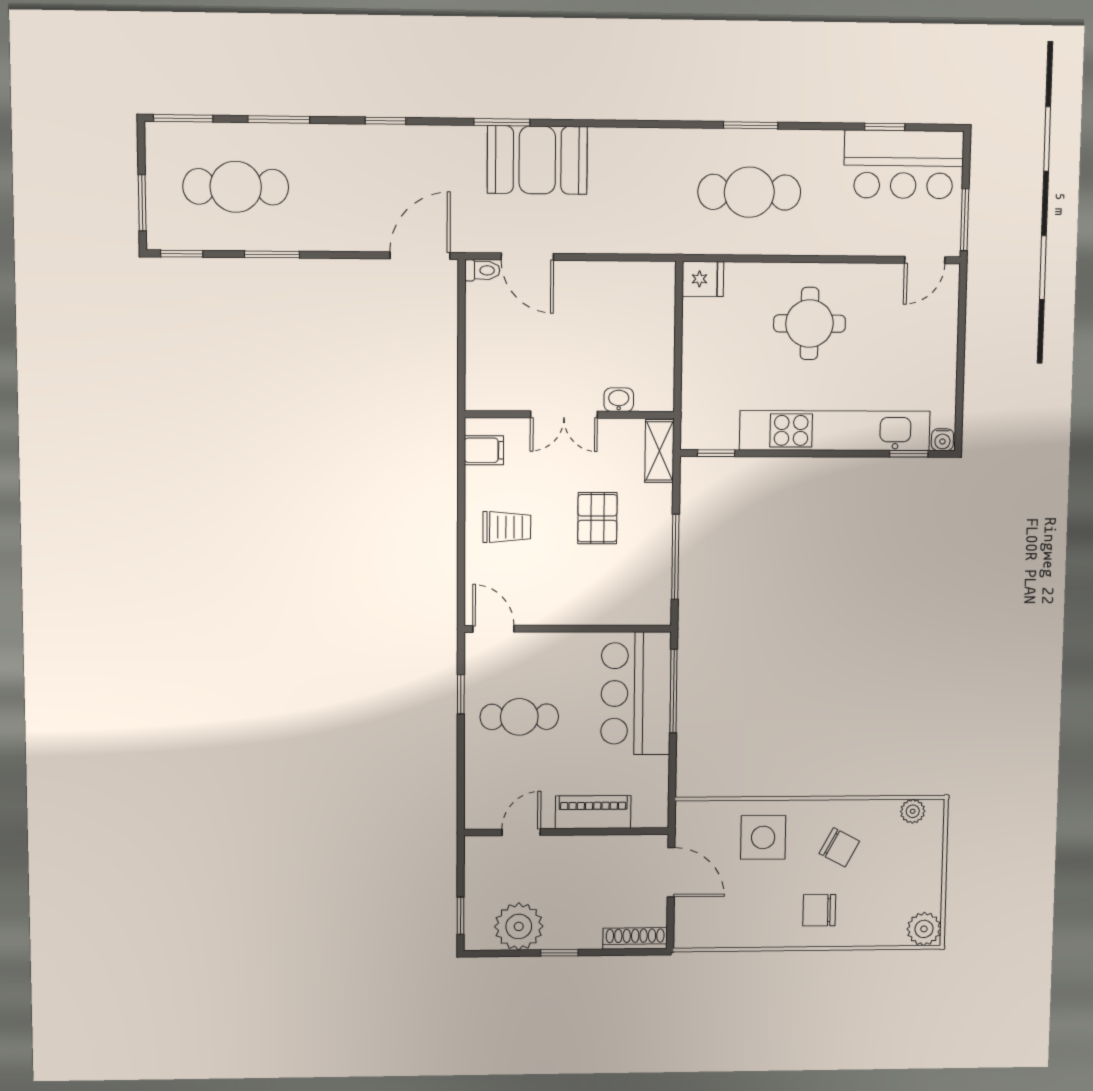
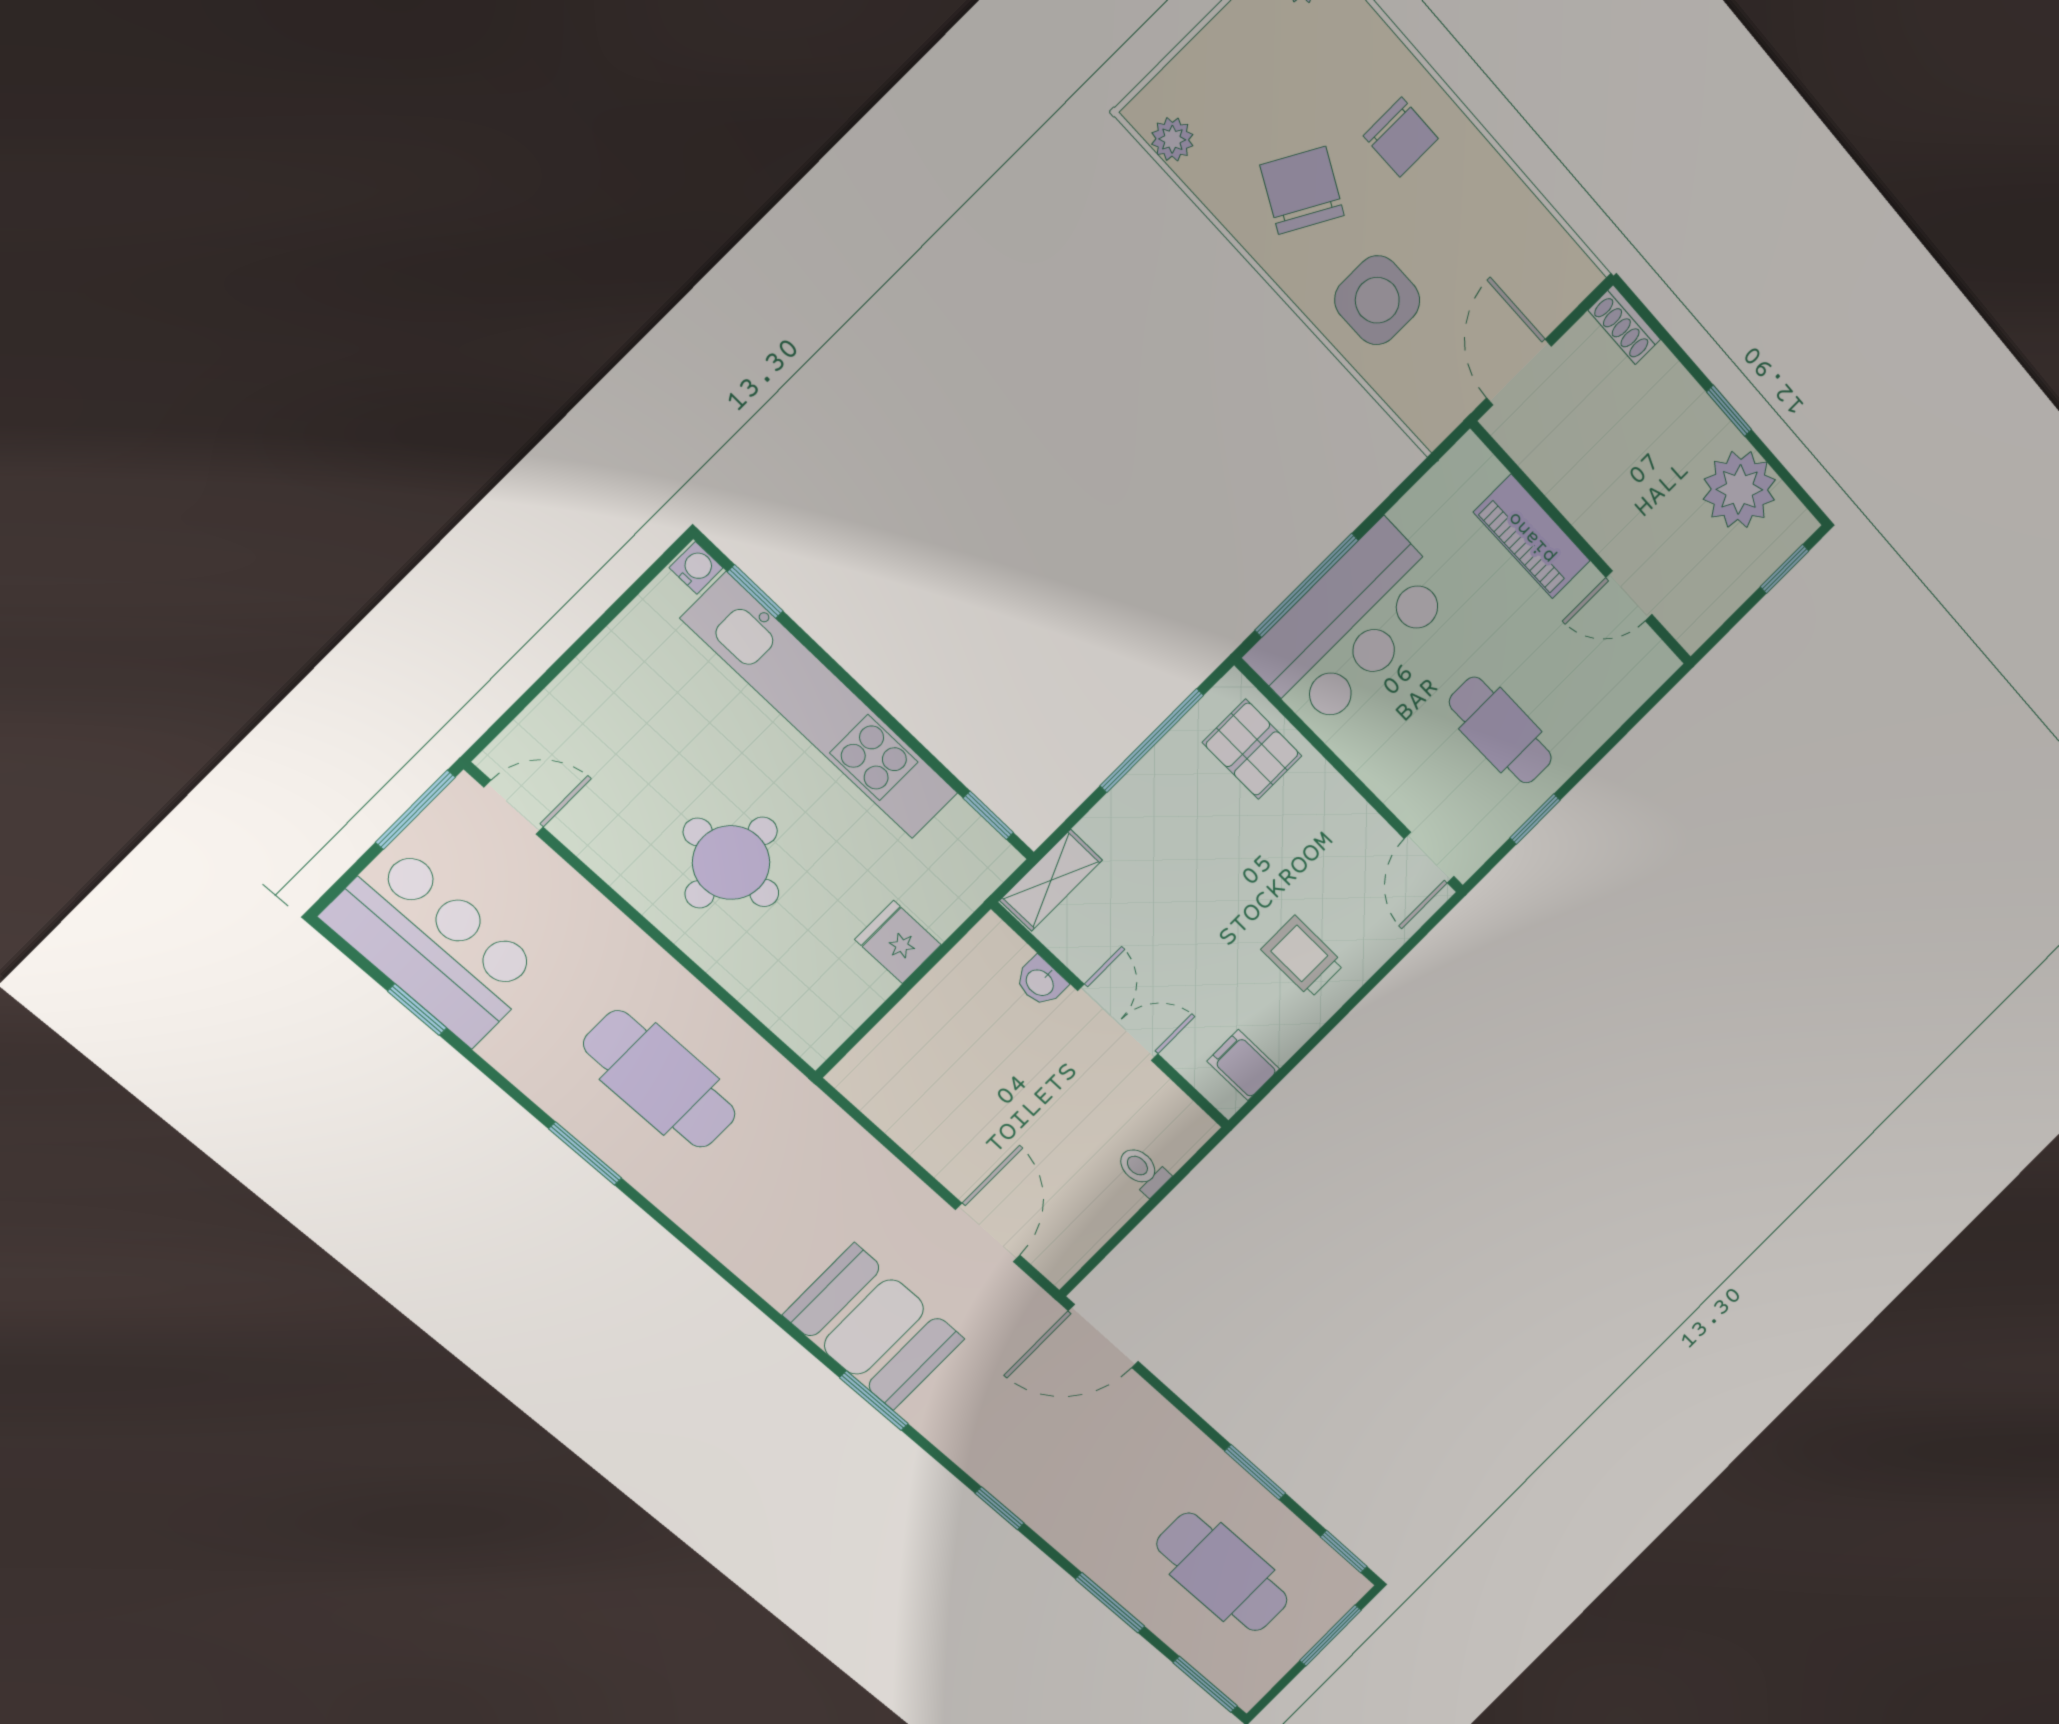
toilet: (482, 270) -> (1143, 1170), moved
fridge: (703, 279) -> (898, 942), moved
pallet: (597, 518) -> (1252, 749), moved, turned 90
chair: (839, 847) -> (1302, 190), width x1.37, depth x1.37
shoe rack: (635, 938) -> (1624, 325), width x0.70

